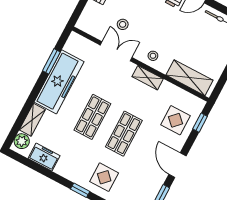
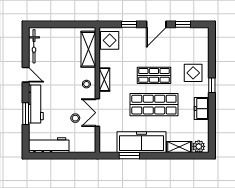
shop shelf: (92, 117) -> (154, 105), width x1.43, depth x1.36
display table: (175, 120) -> (110, 40), moved
window: (200, 123) -> (129, 24), moved
freezer: (44, 157) -> (202, 109), moved

